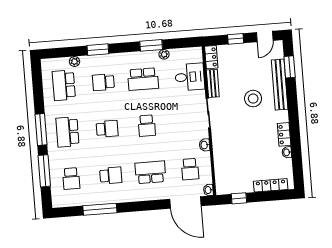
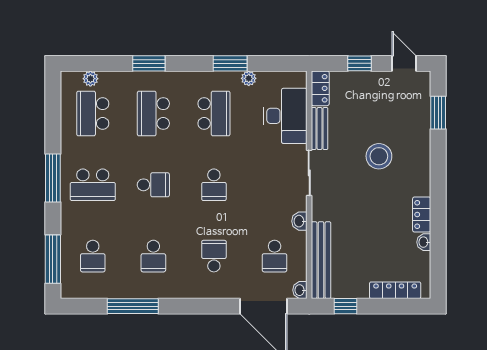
door: (265, 37) -> (404, 63), swing flipped
plant: (74, 61) -> (90, 79), moved
desk: (190, 77) -> (285, 116), width x1.37
school desk: (143, 79) -> (214, 114), turned -90
school desk: (103, 82) -> (153, 114), width x1.85
bench: (280, 85) -> (321, 260), moved
school desk: (67, 132) -> (93, 185), turned -90
window: (44, 171) -> (53, 259), moved
school desk: (150, 172) -> (214, 256), width x0.54
school desk: (111, 175) -> (153, 256), turned 90

